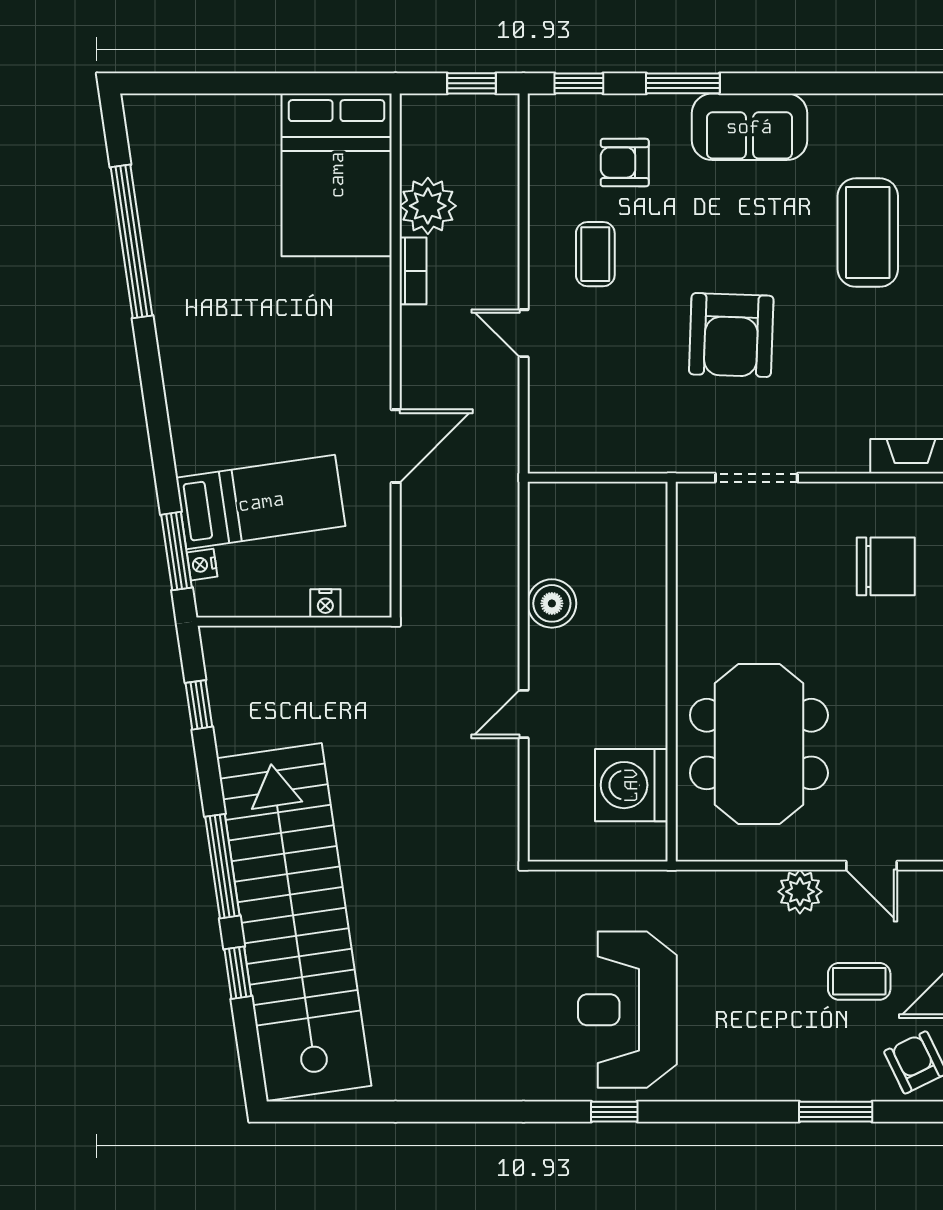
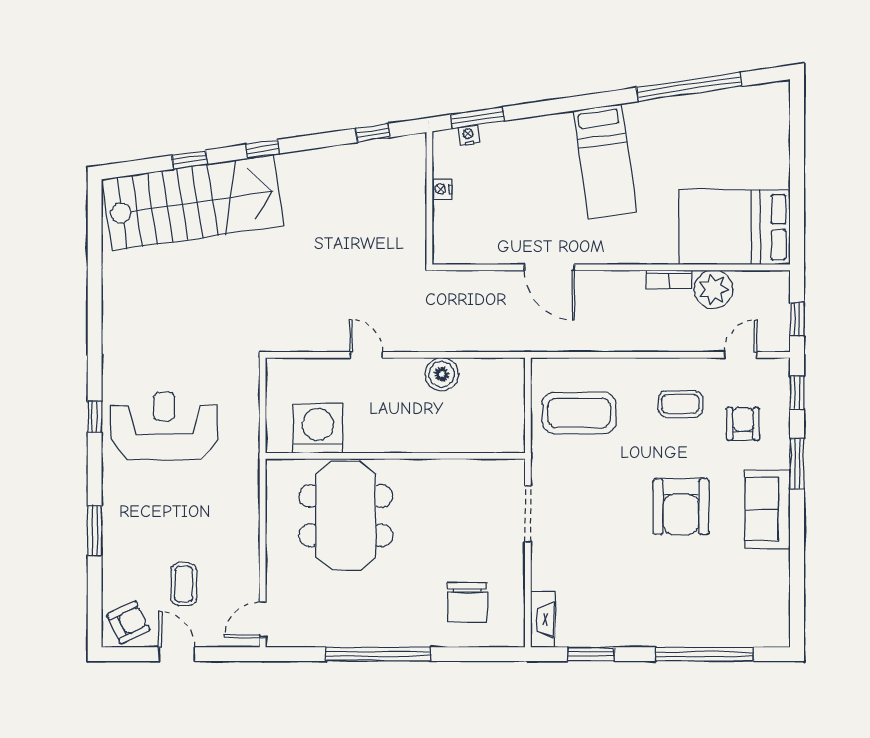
coffee table: (868, 233) -> (579, 413), moved
door: (524, 333) -> (741, 355), moved
armchair: (731, 335) -> (681, 507), moved, turned -92
bed: (261, 502) -> (605, 162), moved
nightstand: (325, 603) -> (442, 189), moved
meeting table: (759, 744) -> (346, 516), turned 90
window: (222, 866) -> (262, 149), width x0.46
door: (871, 866) -> (263, 620), moved
plant: (800, 892) -> (245, 544), removed
stairs: (294, 922) -> (193, 203), width x0.73
window: (836, 1112) -> (95, 531), moved

